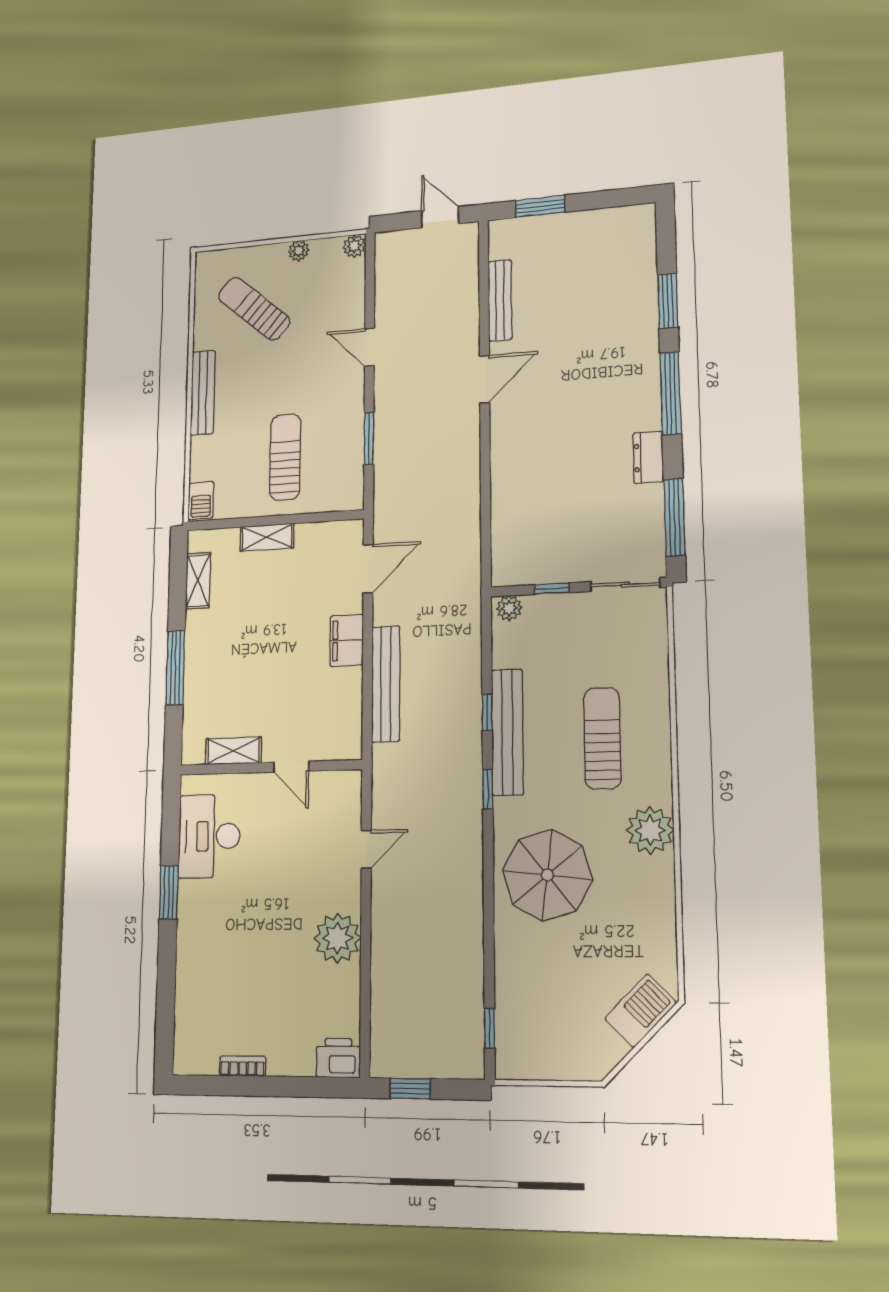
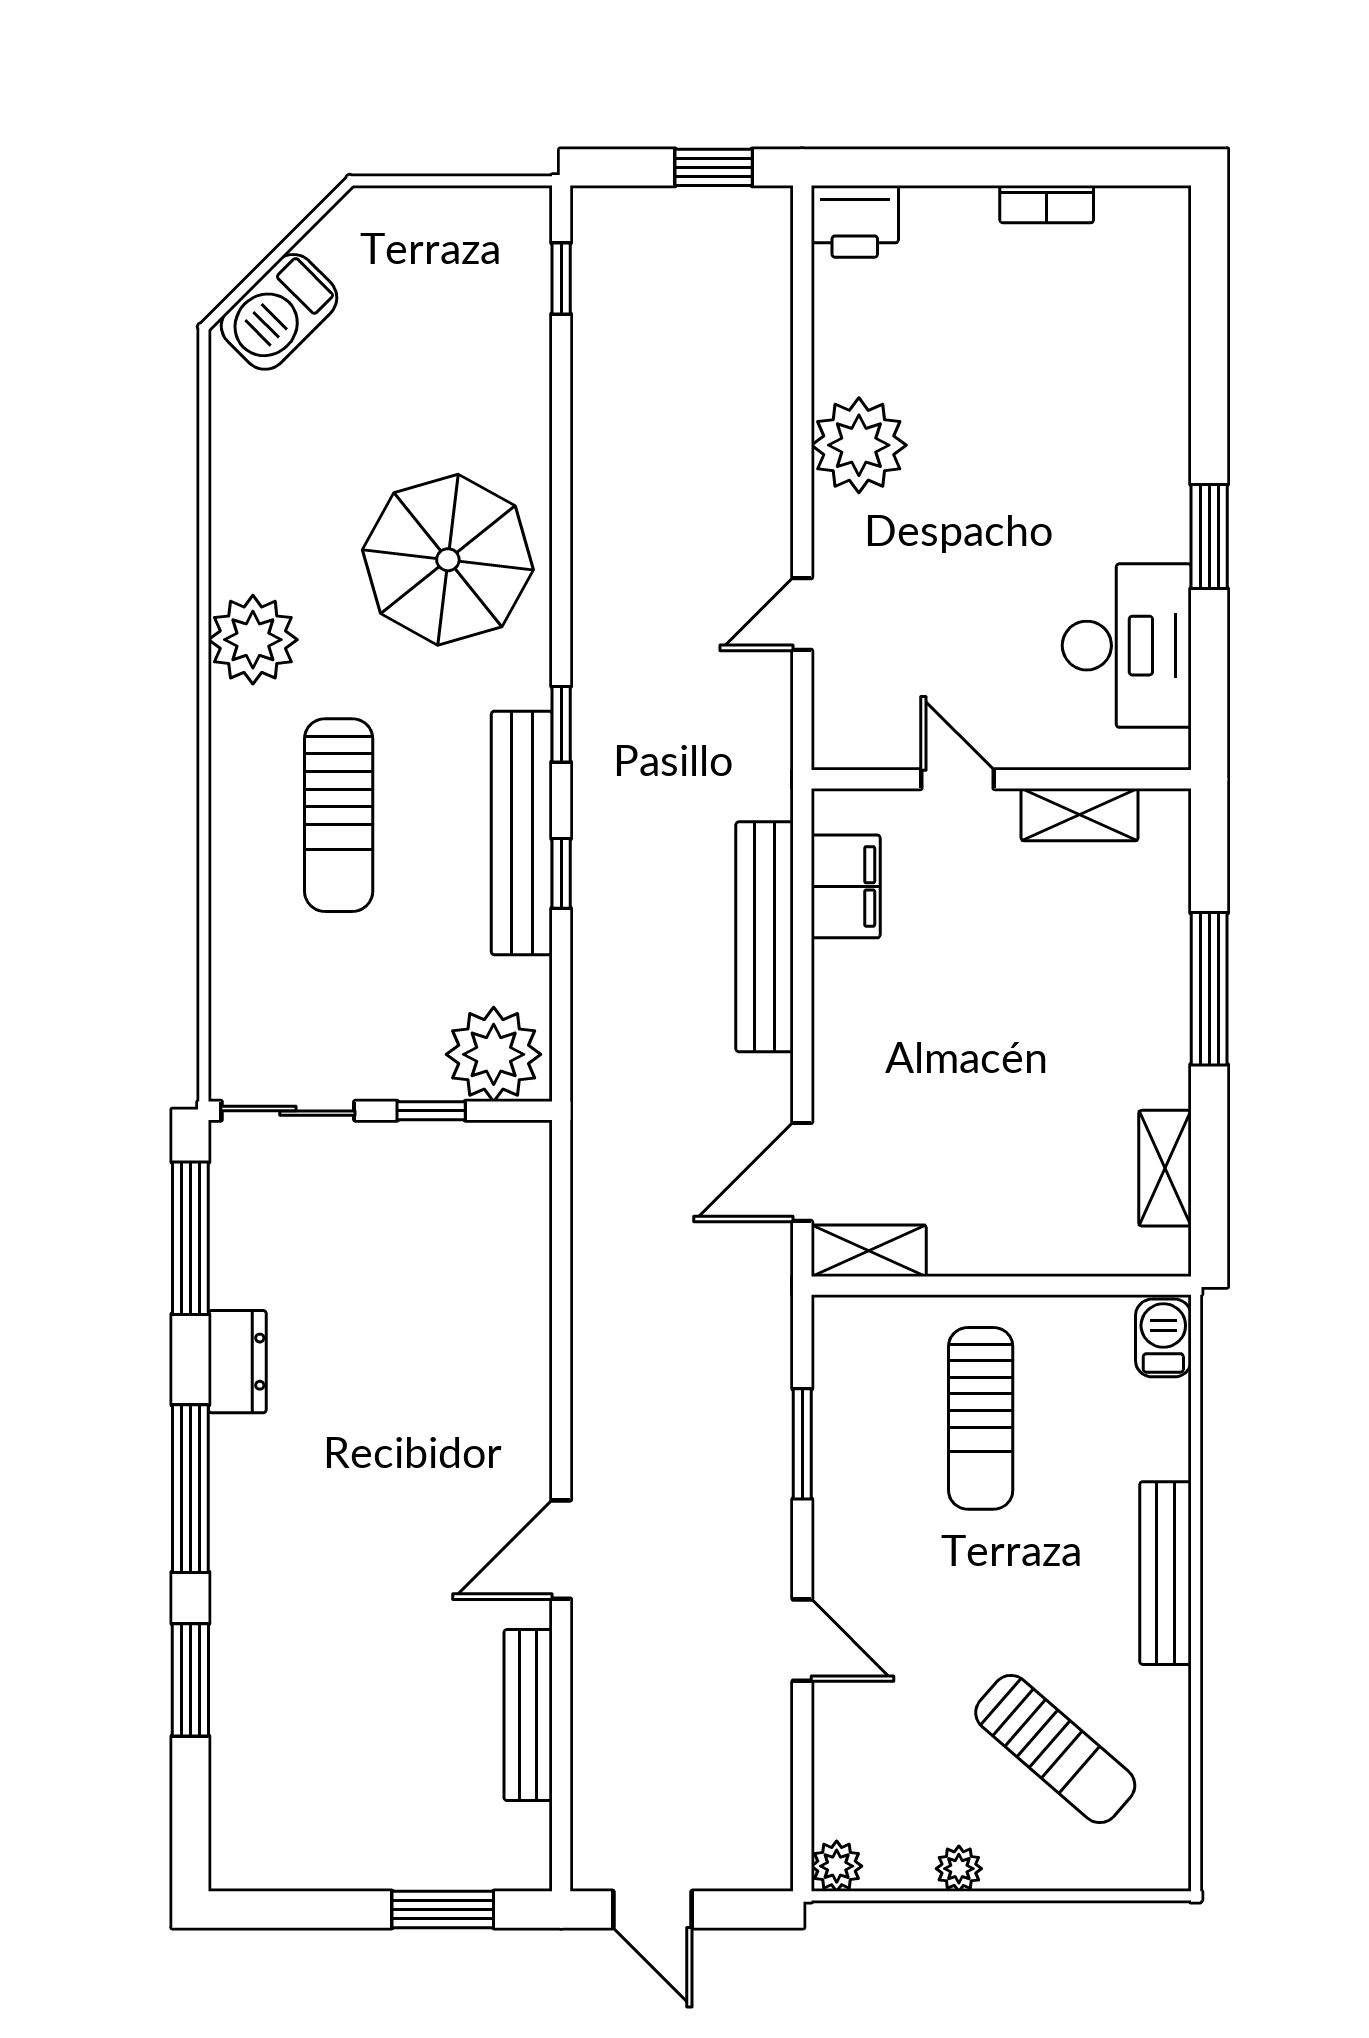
shelving: (267, 537) -> (869, 1251), moved
plant: (509, 608) -> (494, 1054), width x1.87, depth x1.87
filing cabinet: (347, 640) -> (846, 886), moved

